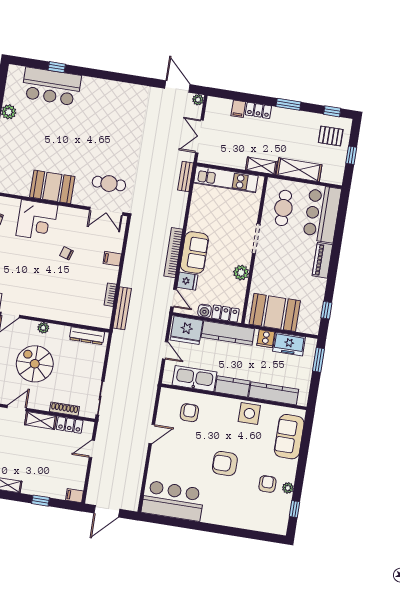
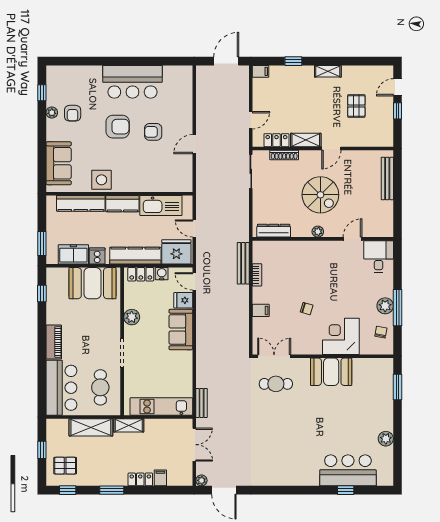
bookcase: (173, 253) -> (202, 326), removed
armchair: (189, 413) -> (153, 132), moved, turned 90
bar counter: (173, 501) -> (132, 82), moved

